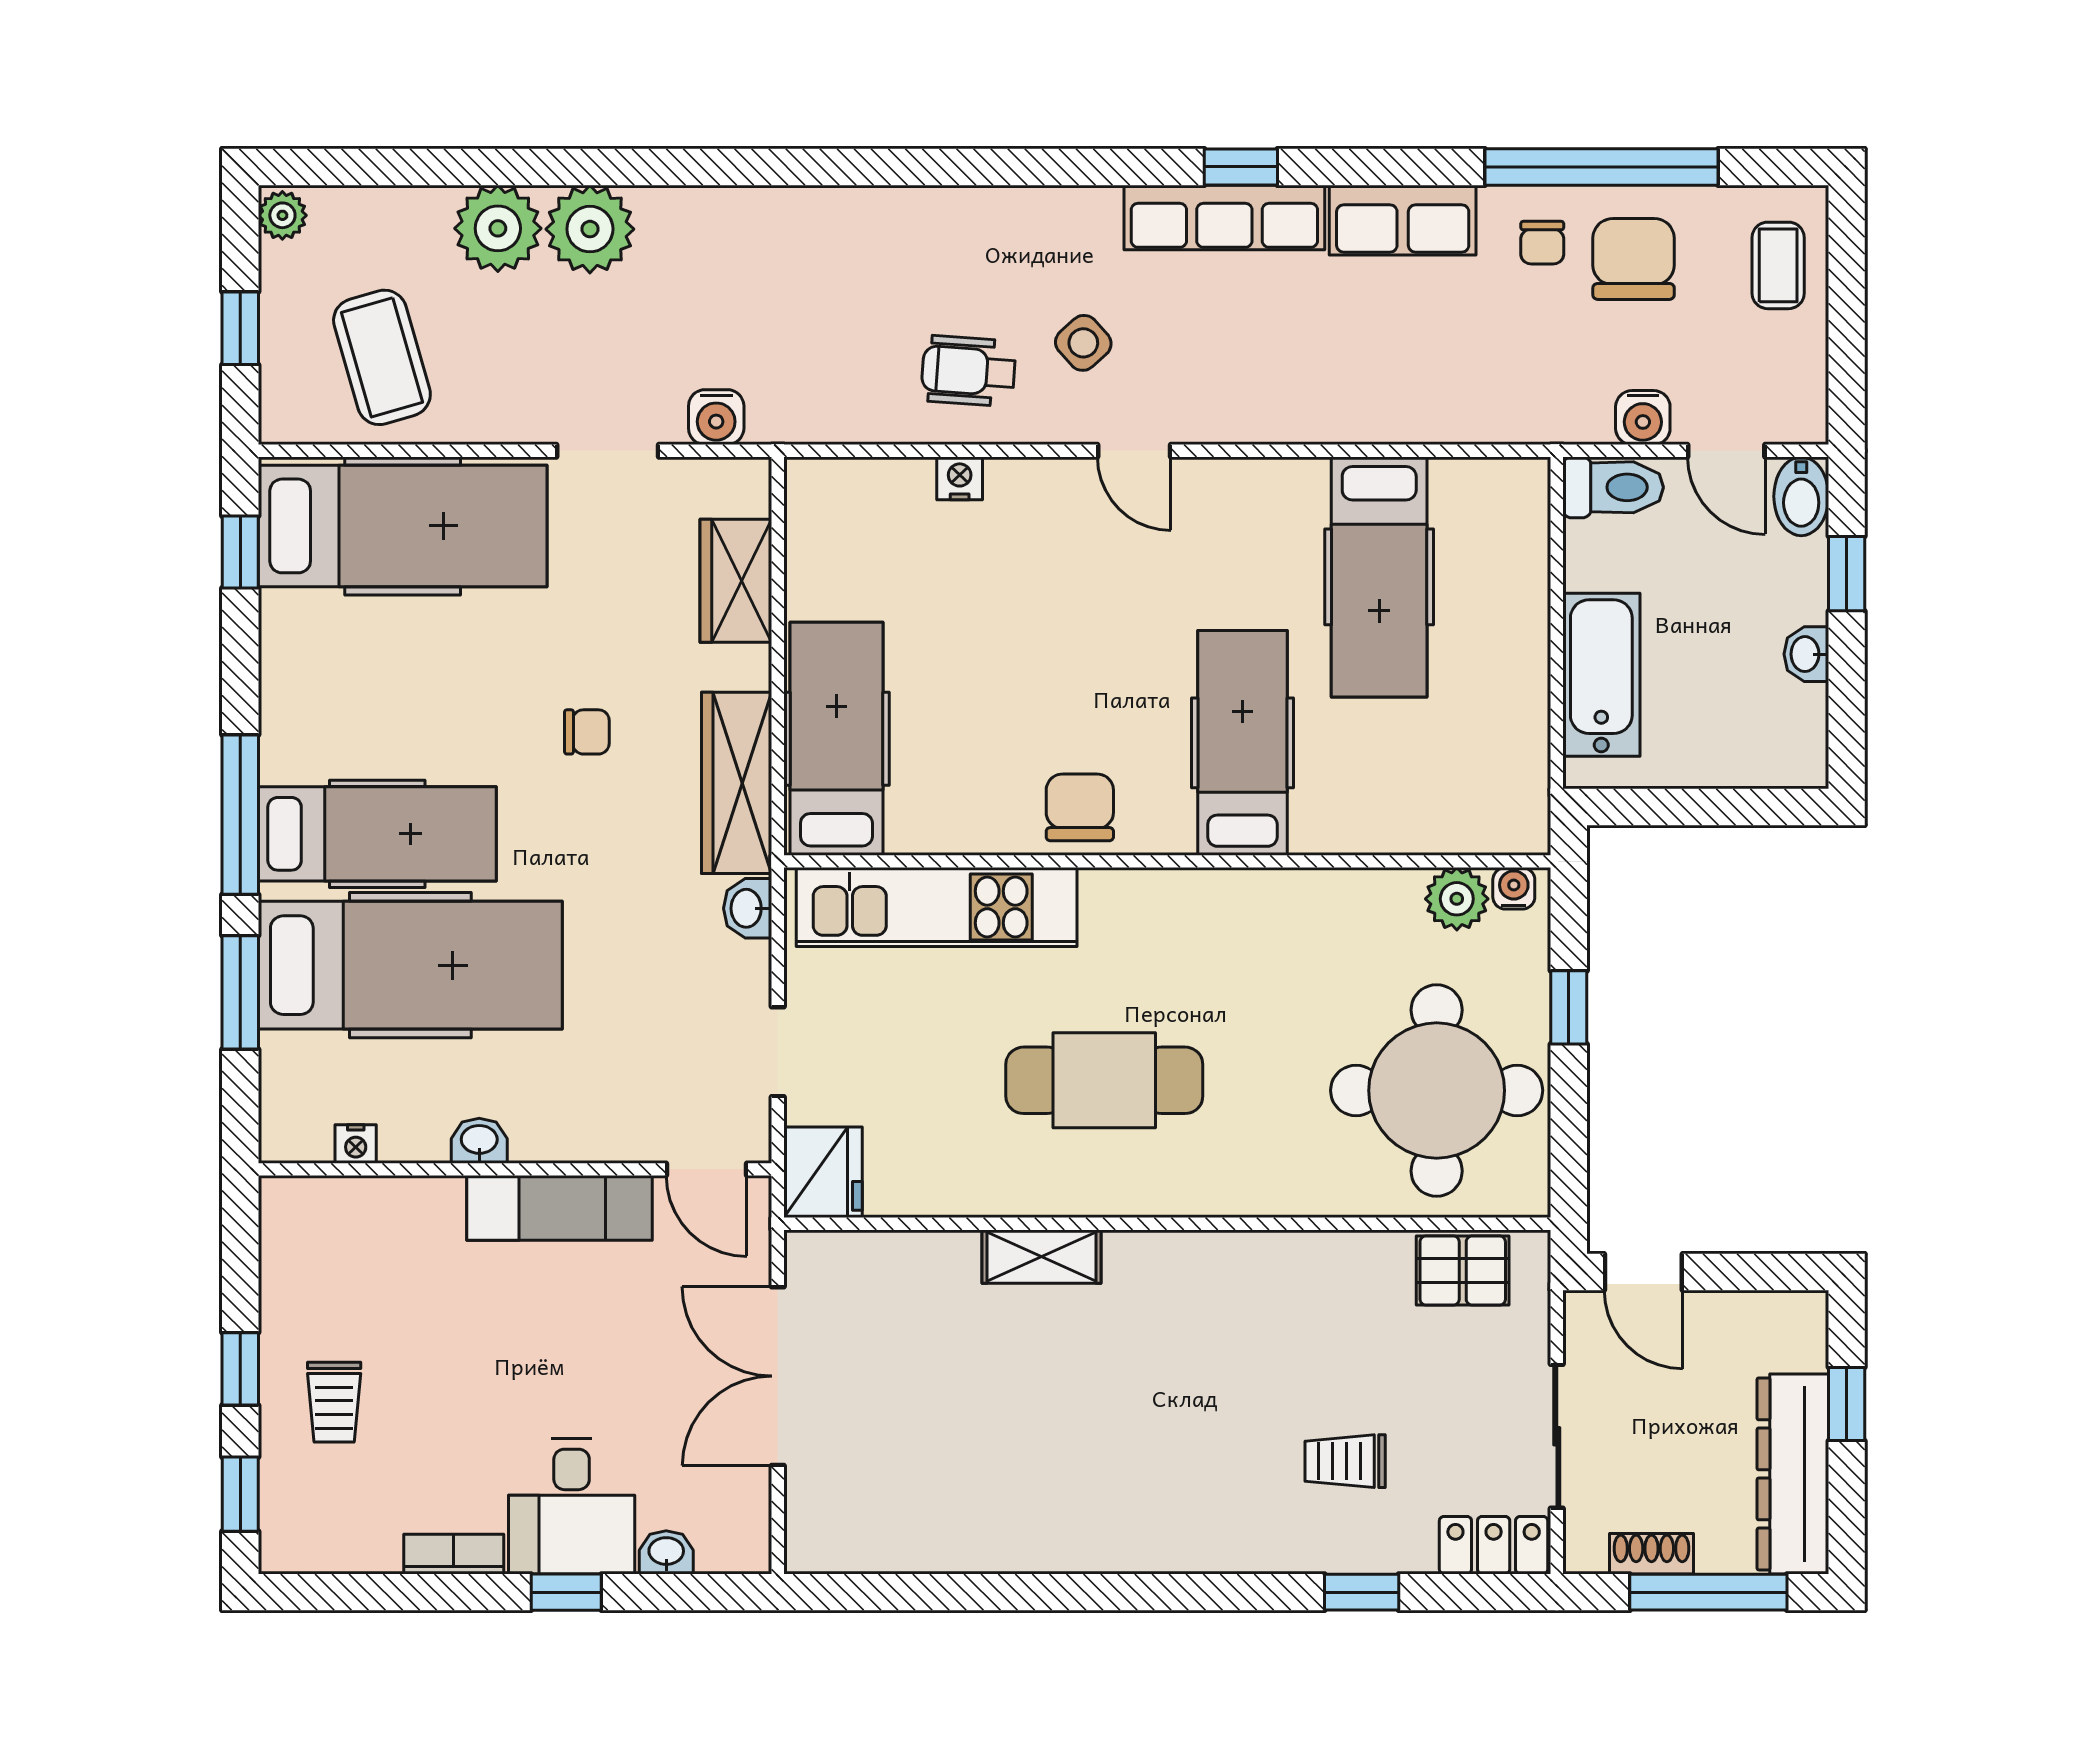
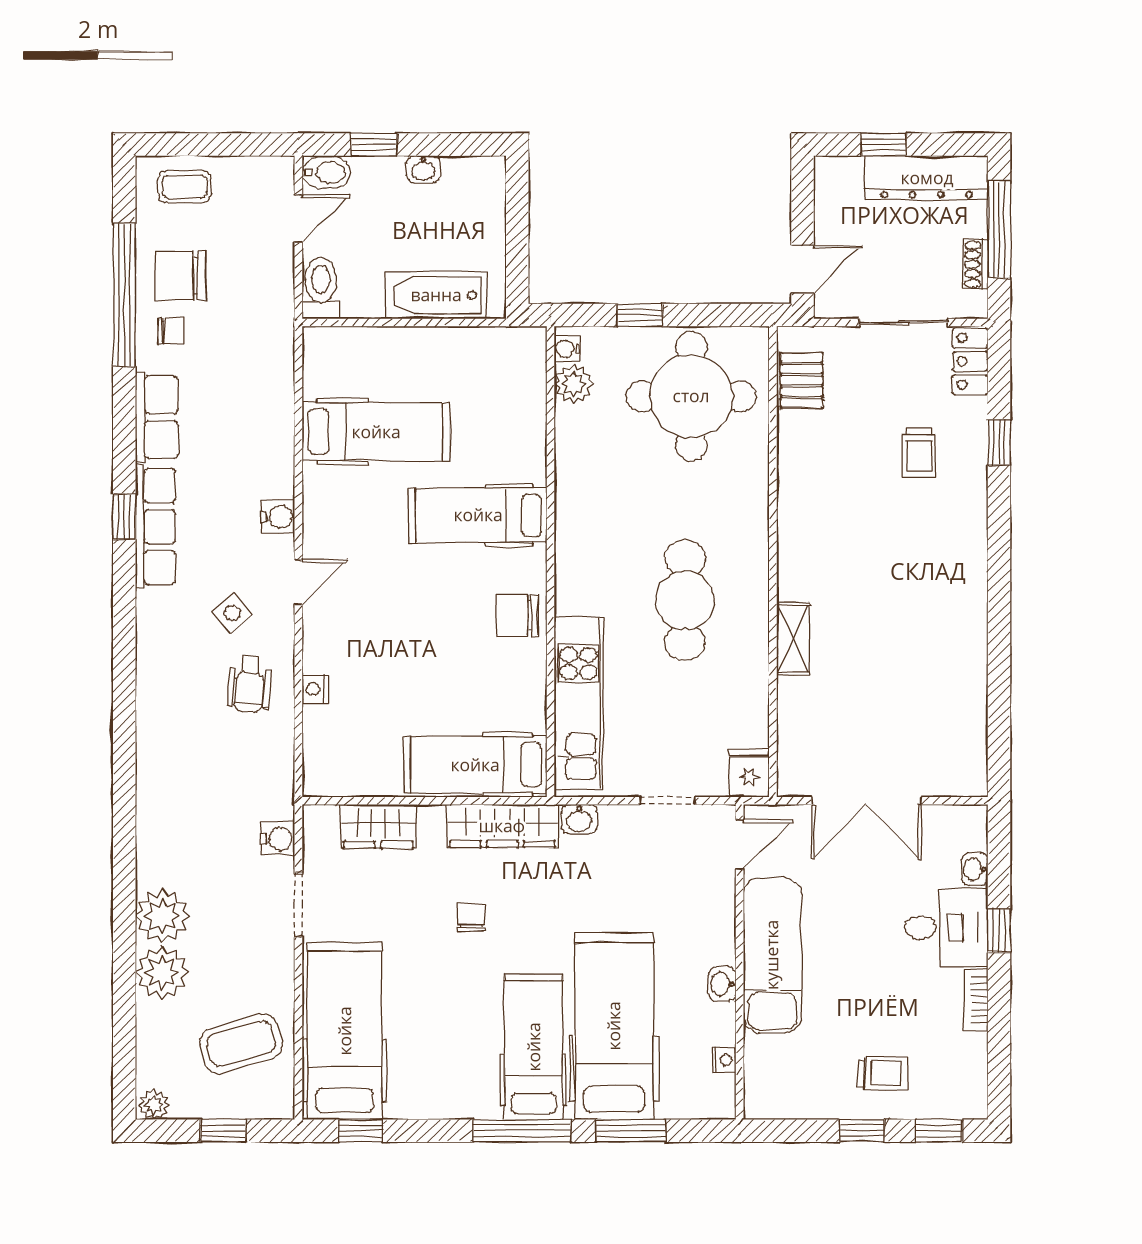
water cooler: (1643, 418) -> (278, 517), moved
fridge: (823, 1172) -> (749, 773), width x0.72
exam couch: (560, 1208) -> (772, 955), width x1.36, depth x1.45

